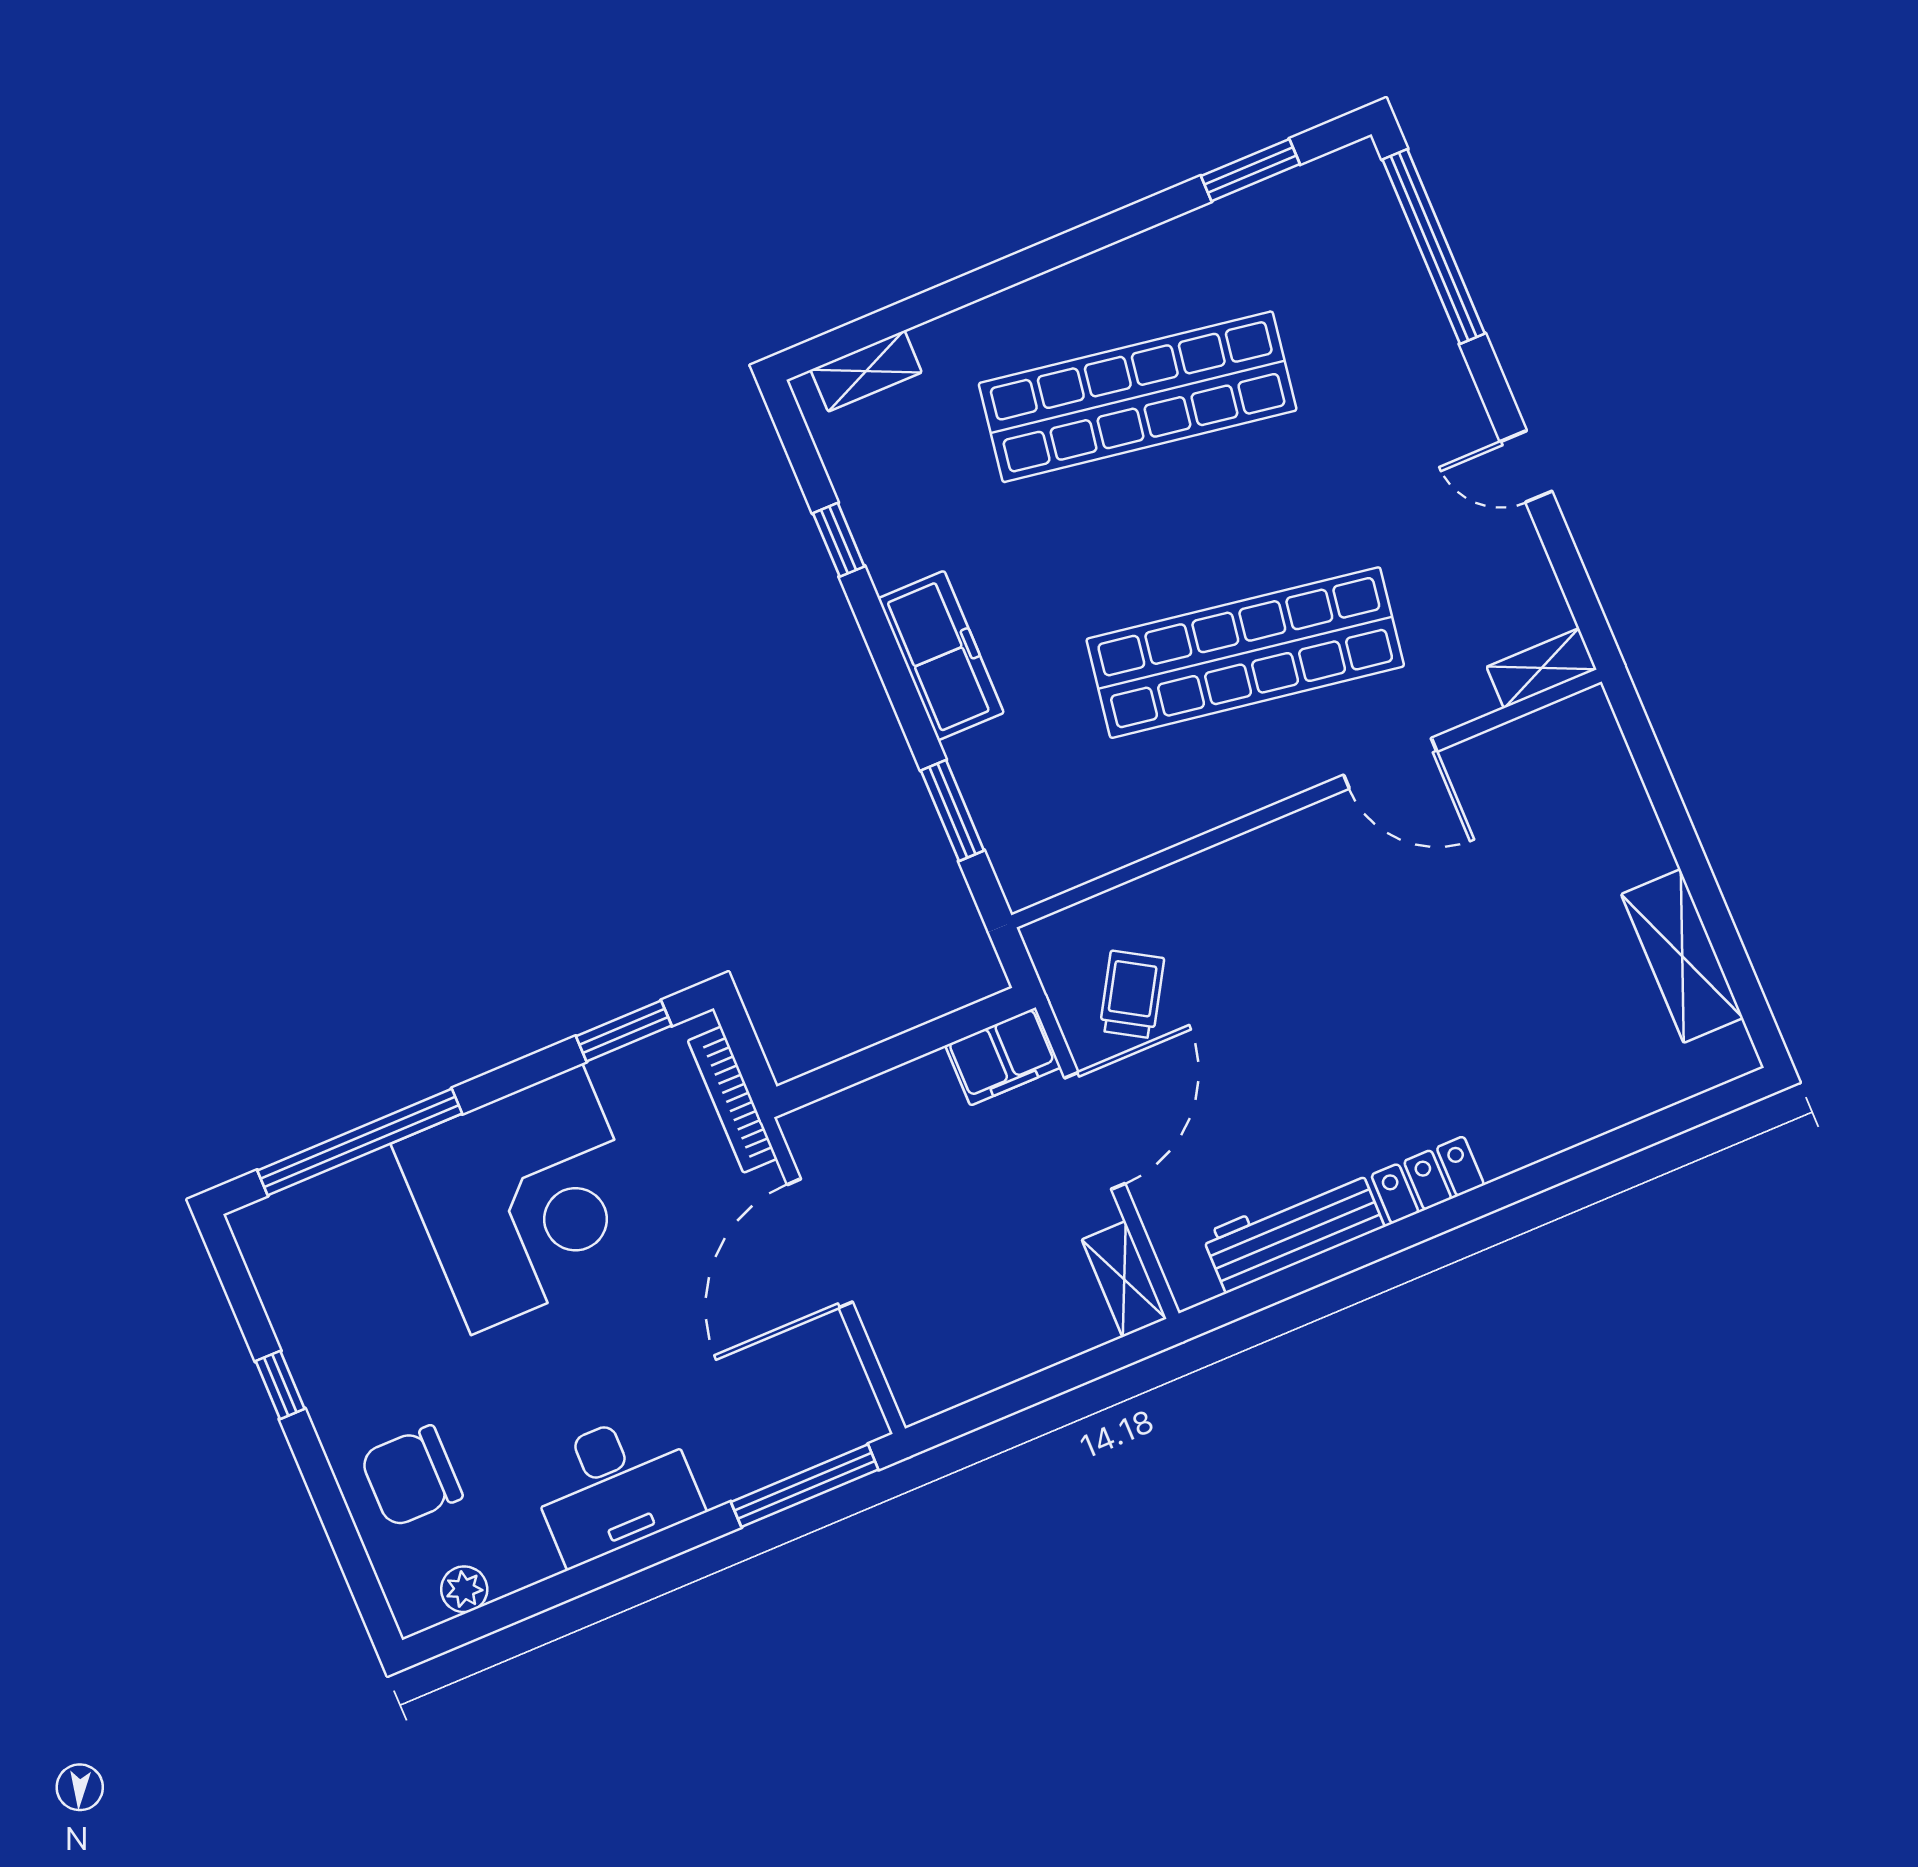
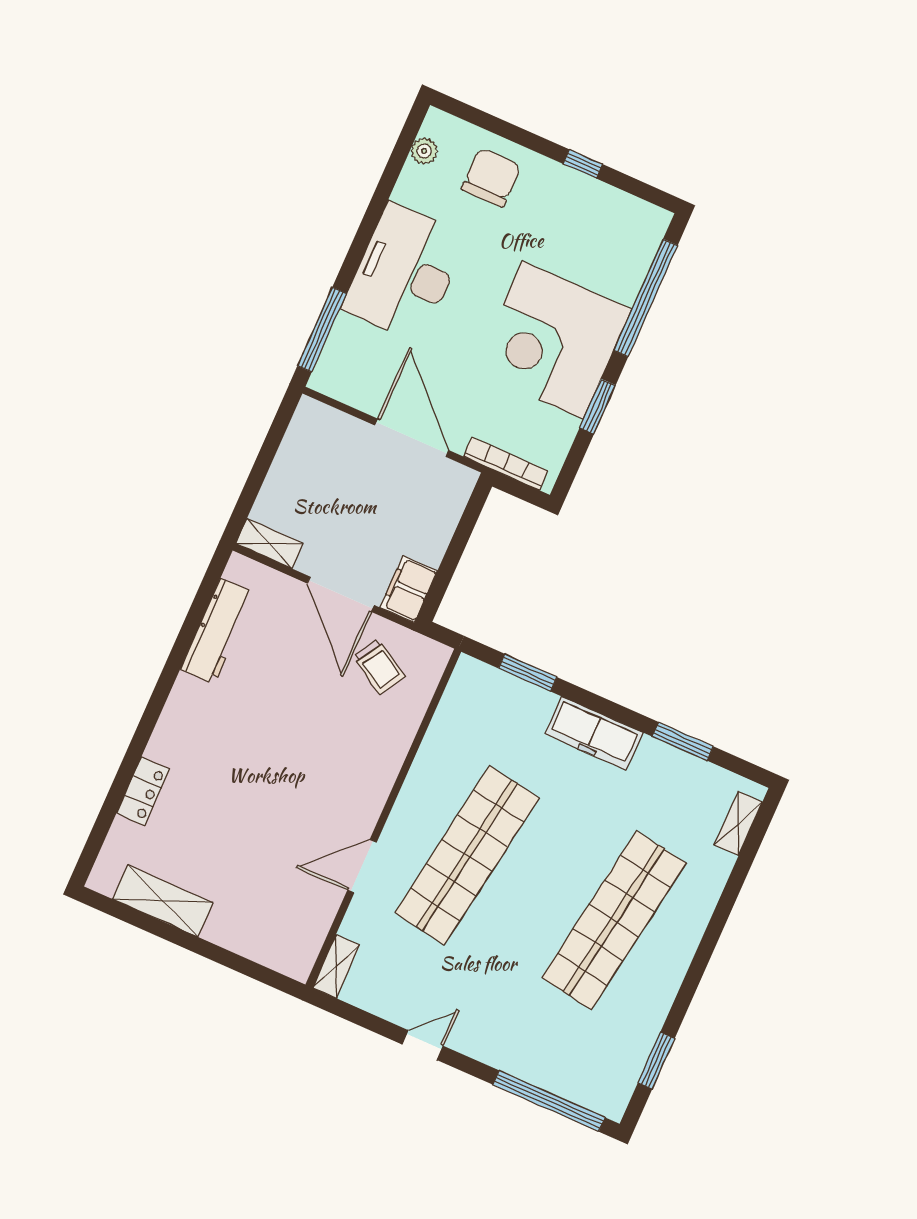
window: (839, 540) -> (683, 741), width x1.50
window: (624, 1031) -> (598, 407), moved
locker: (1428, 1180) -> (143, 791), moved
desk: (614, 1486) -> (405, 273), width x1.36, depth x1.30

